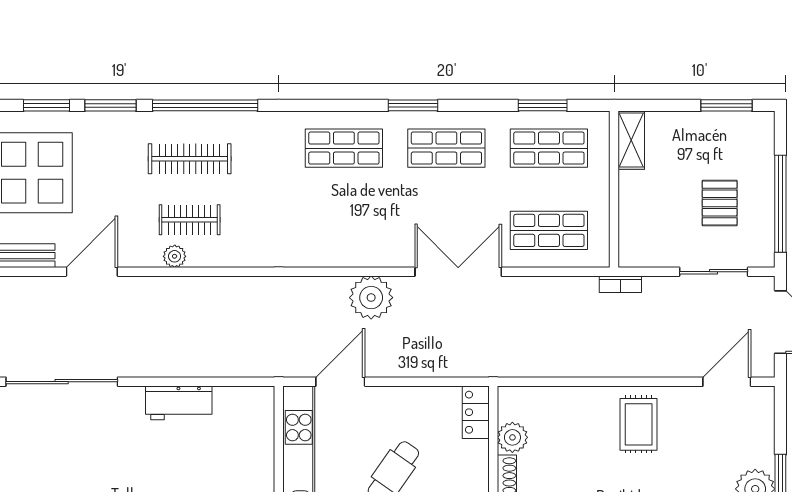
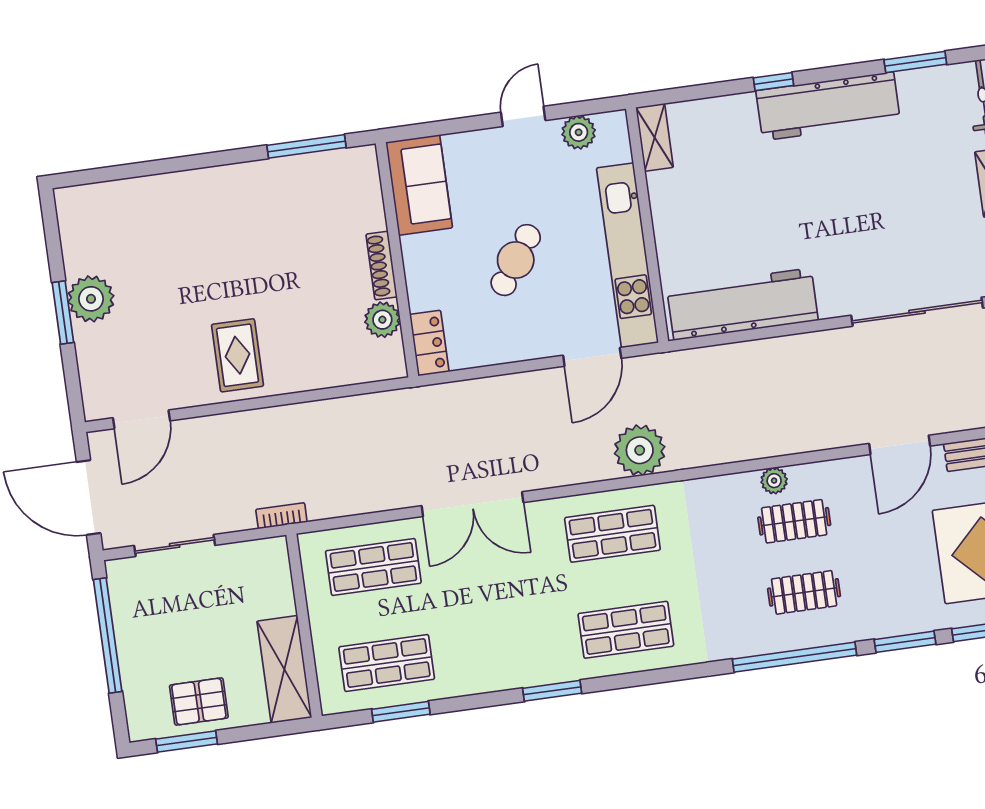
shelving: (631, 140) -> (284, 669), width x1.50, depth x1.33
shop shelf: (446, 148) -> (612, 534), moved
clothes rail: (190, 159) -> (804, 592), width x0.73
pallet: (720, 203) -> (199, 702), moved, turned 90
plant: (175, 256) -> (774, 481), moved
plant: (371, 298) -> (640, 450), moved
workbench: (179, 403) -> (743, 304), width x1.88, depth x1.32

